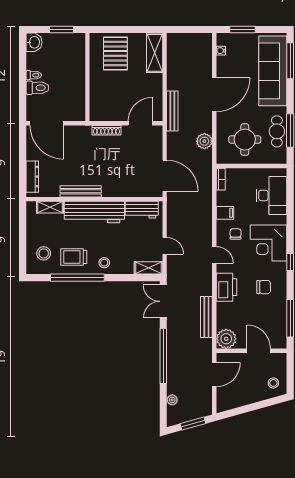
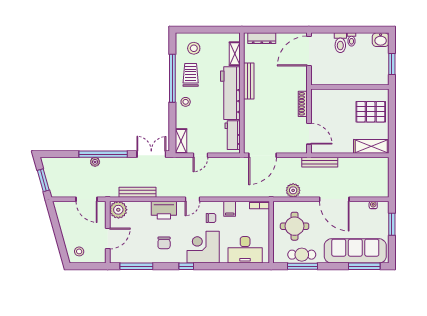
plant: (172, 400) -> (95, 162), moved

